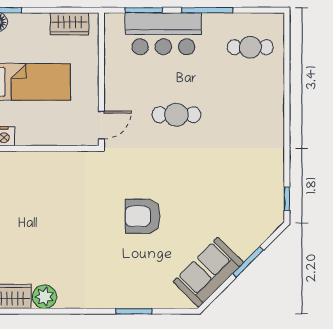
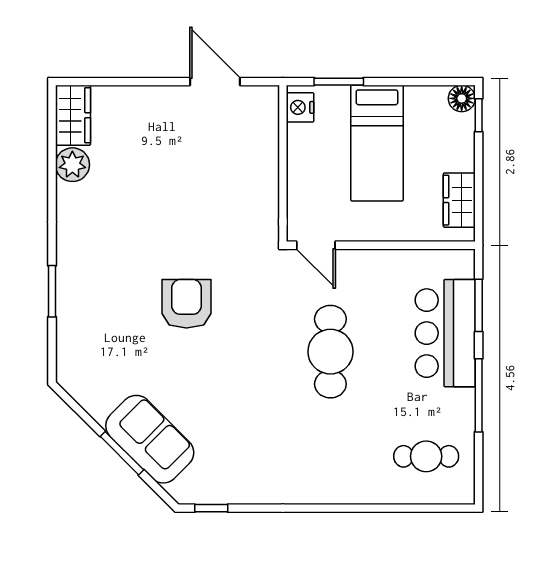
cafe table: (250, 47) -> (426, 456), turned 90
cafe table: (176, 115) -> (330, 352), width x1.37, depth x1.35
sofa: (208, 272) -> (150, 439), moved

